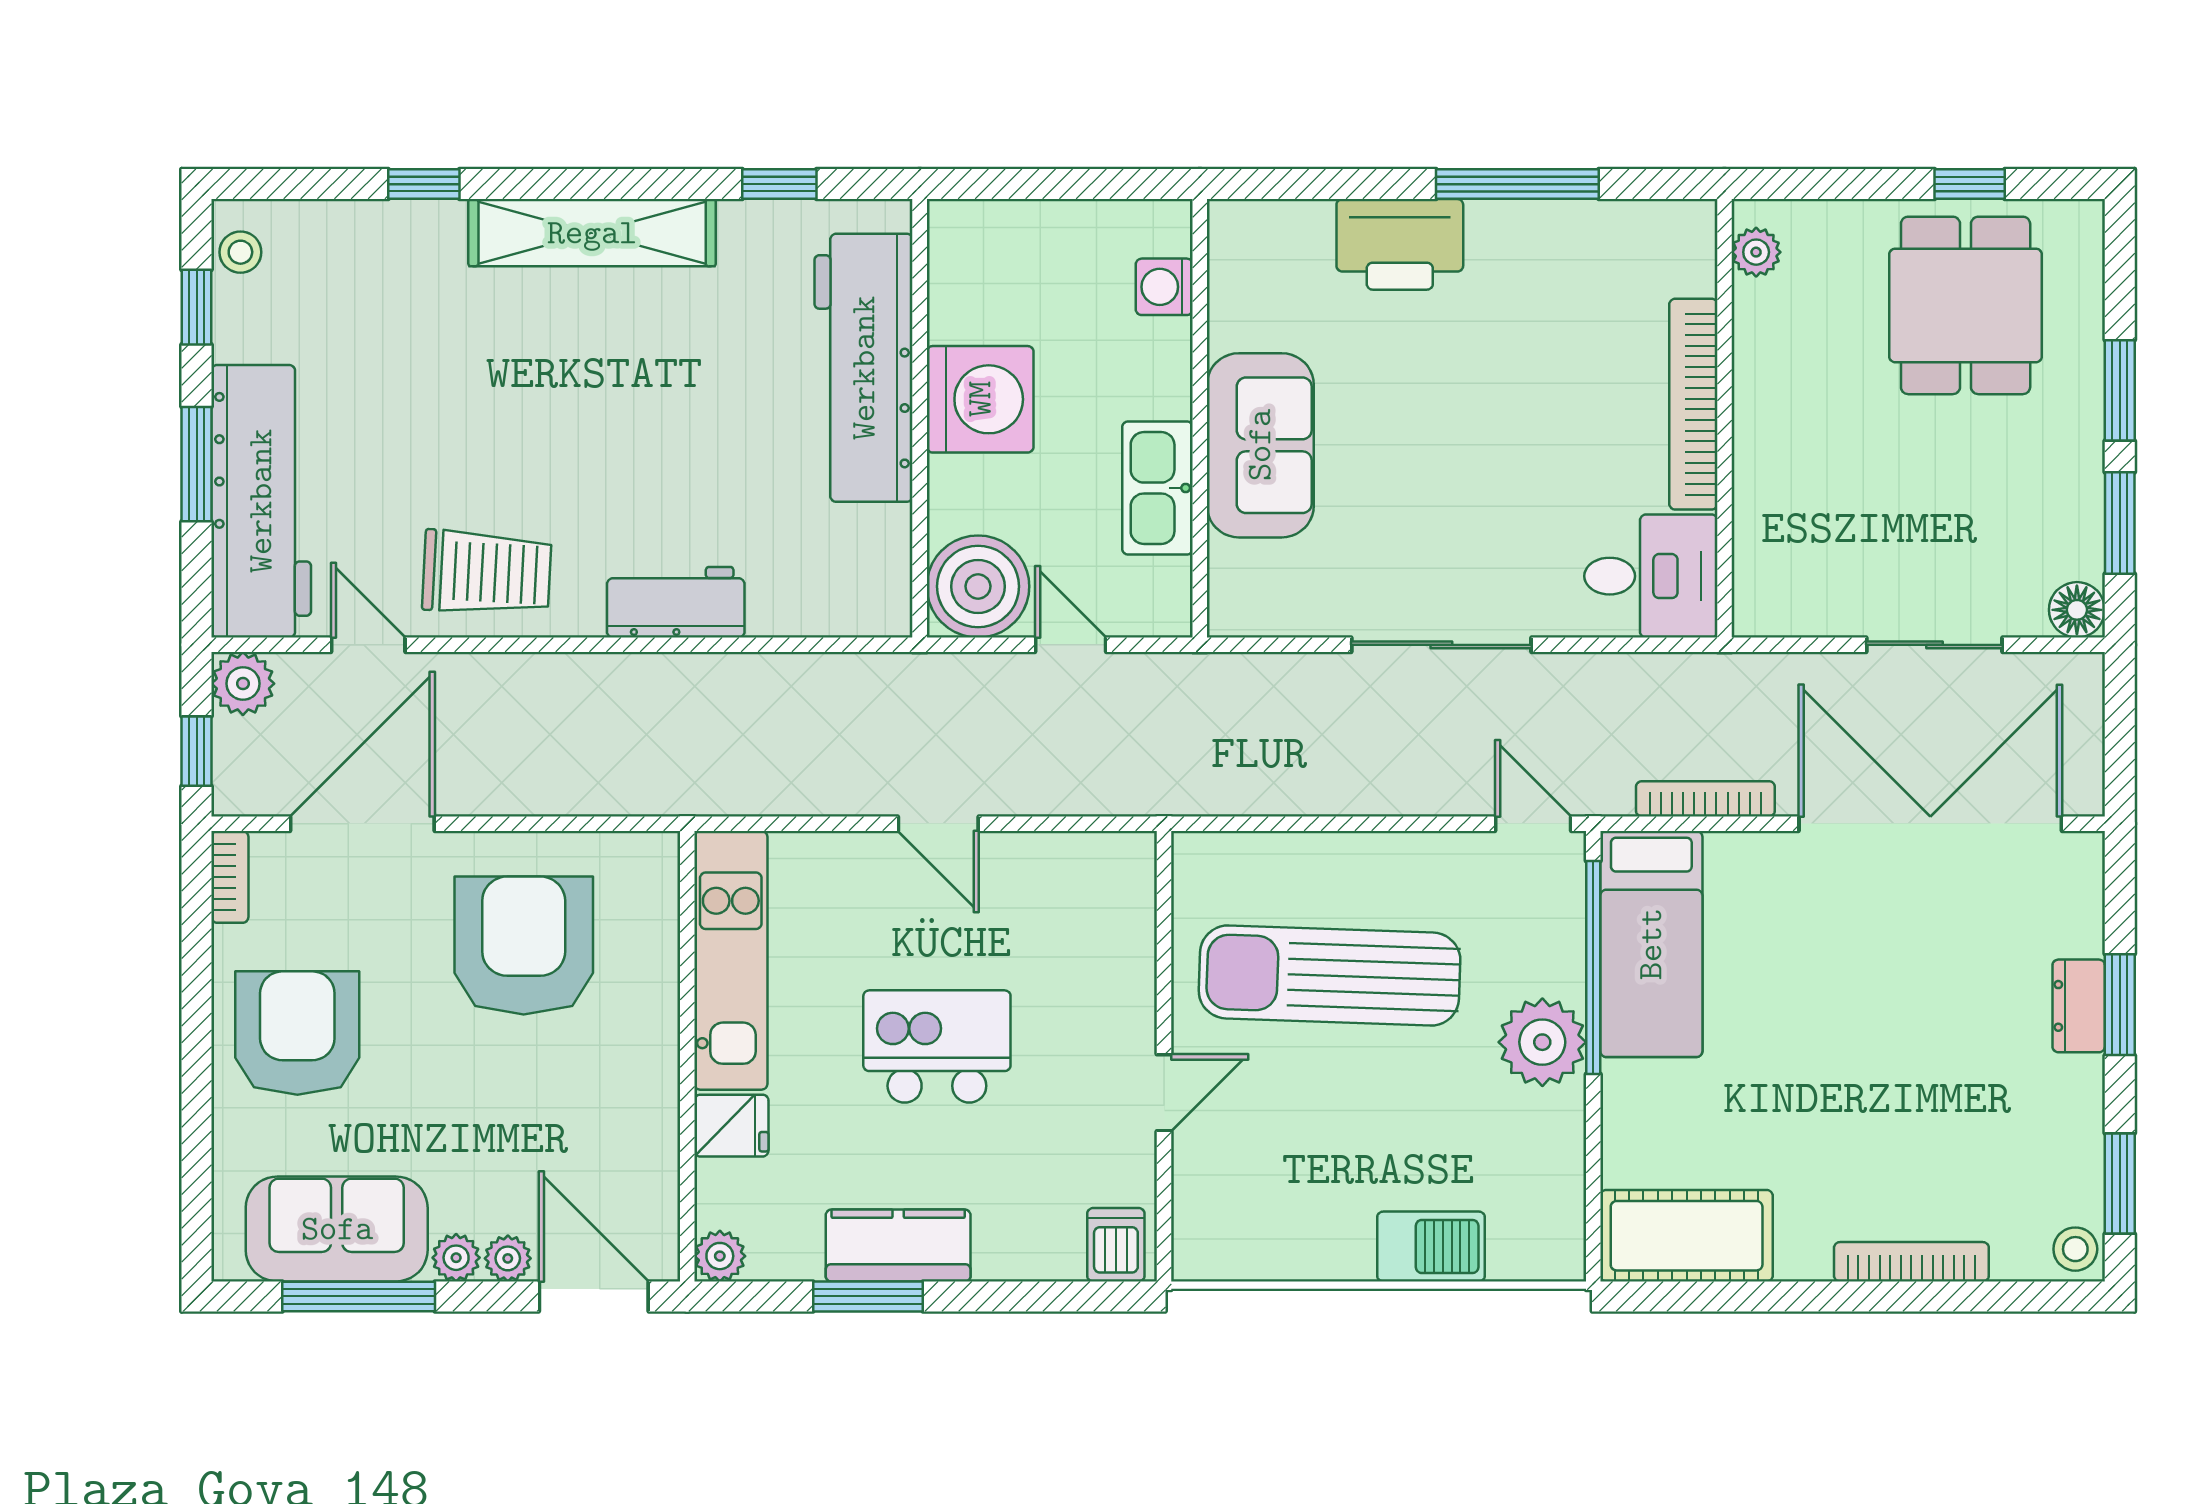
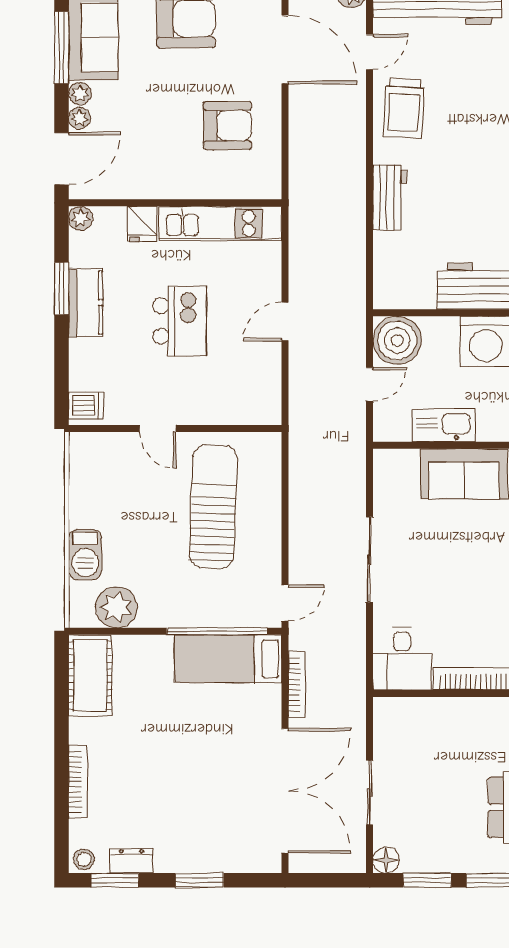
armchair: (524, 945) -> (227, 126), width x0.73, depth x0.73
dresser: (2079, 1006) -> (132, 861), moved
plant: (1542, 1042) -> (116, 607), moved

